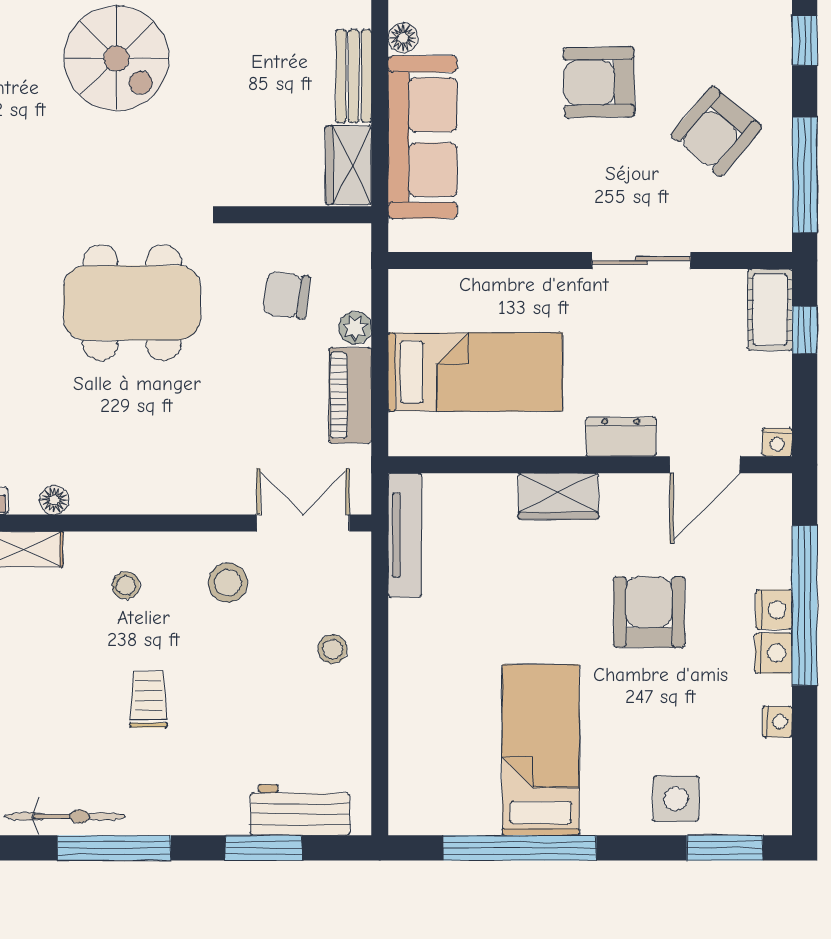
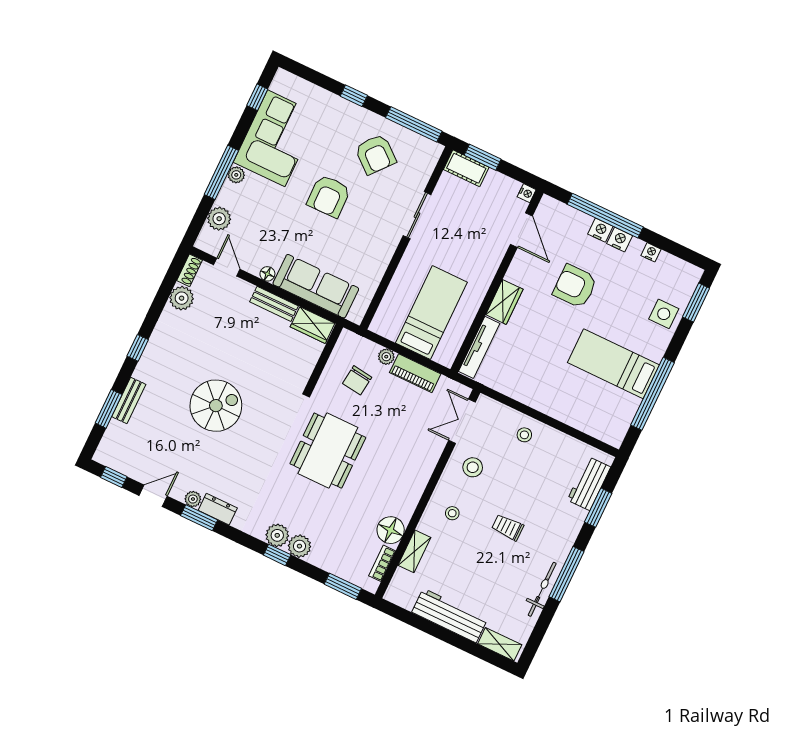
window: (805, 330) -> (483, 157), width x1.50
dresser: (621, 437) -> (491, 262), removed
floor lamp: (54, 500) -> (391, 530), width x1.89, depth x1.89
tv unit: (405, 535) -> (479, 347), moved, turned 90

